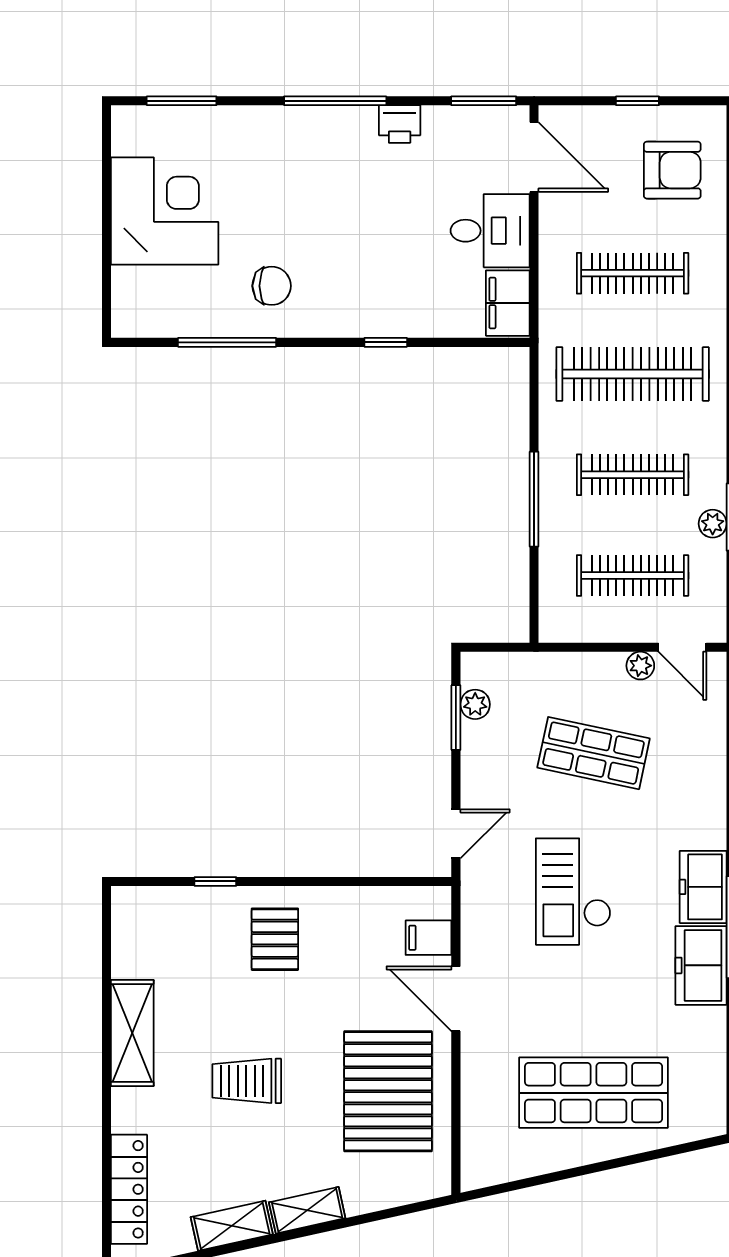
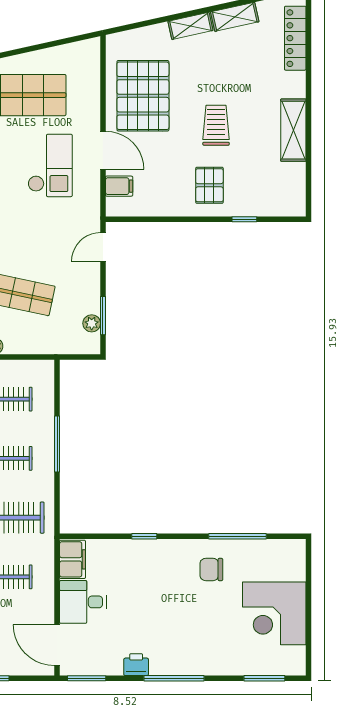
checkout: (573, 892) -> (50, 165), moved
trolley: (247, 1081) -> (216, 125), moved, turned -90

